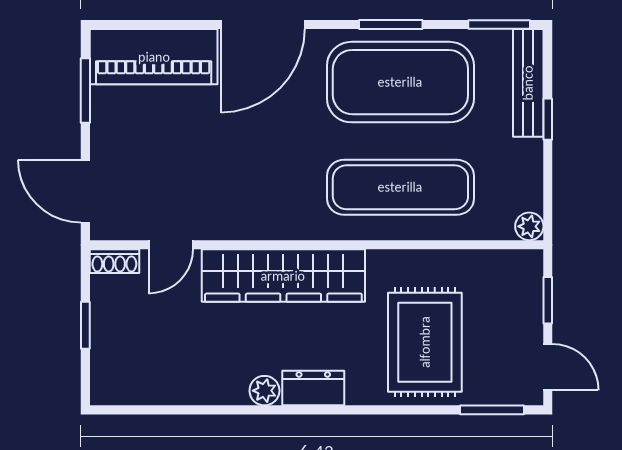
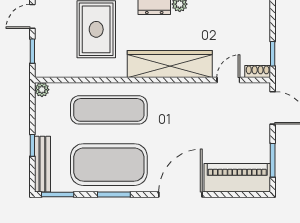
window: (85, 325) -> (273, 54), moved
door: (548, 367) -> (32, 16), hinge flipped

